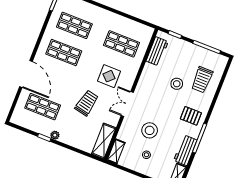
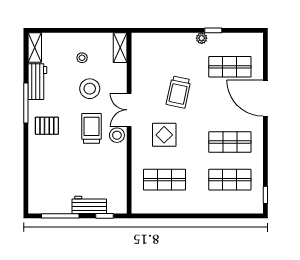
workbench: (157, 51) -> (89, 205), moved, turned 90
trolley: (202, 80) -> (92, 128), moved
stool: (177, 84) -> (117, 135), moved
double door: (127, 104) -> (129, 110), swing flipped
shelving: (104, 141) -> (140, 54), removed

